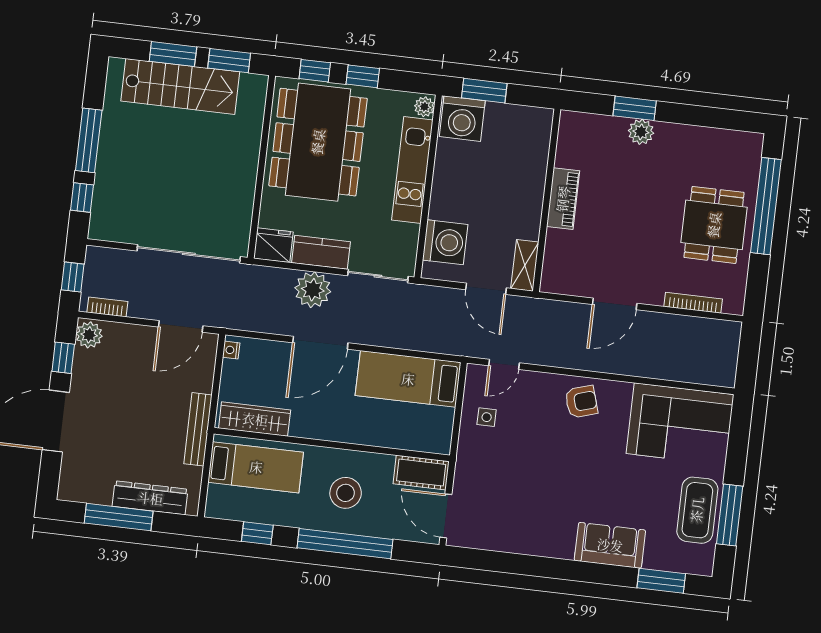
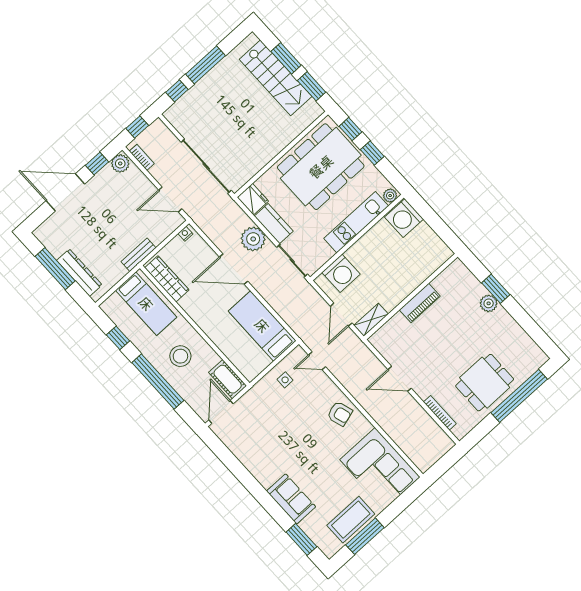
window: (484, 91) -> (427, 214), removed
bench: (198, 429) -> (138, 255), width x0.73

